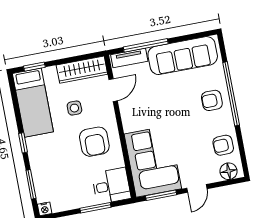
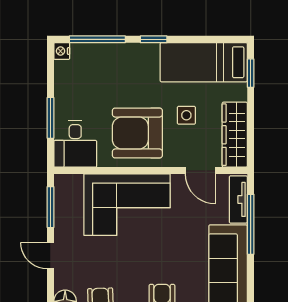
armchair: (94, 142) -> (137, 133), width x1.36, depth x1.36
corner sofa: (153, 161) -> (127, 205), moved
window: (31, 184) -> (97, 39), width x1.44

